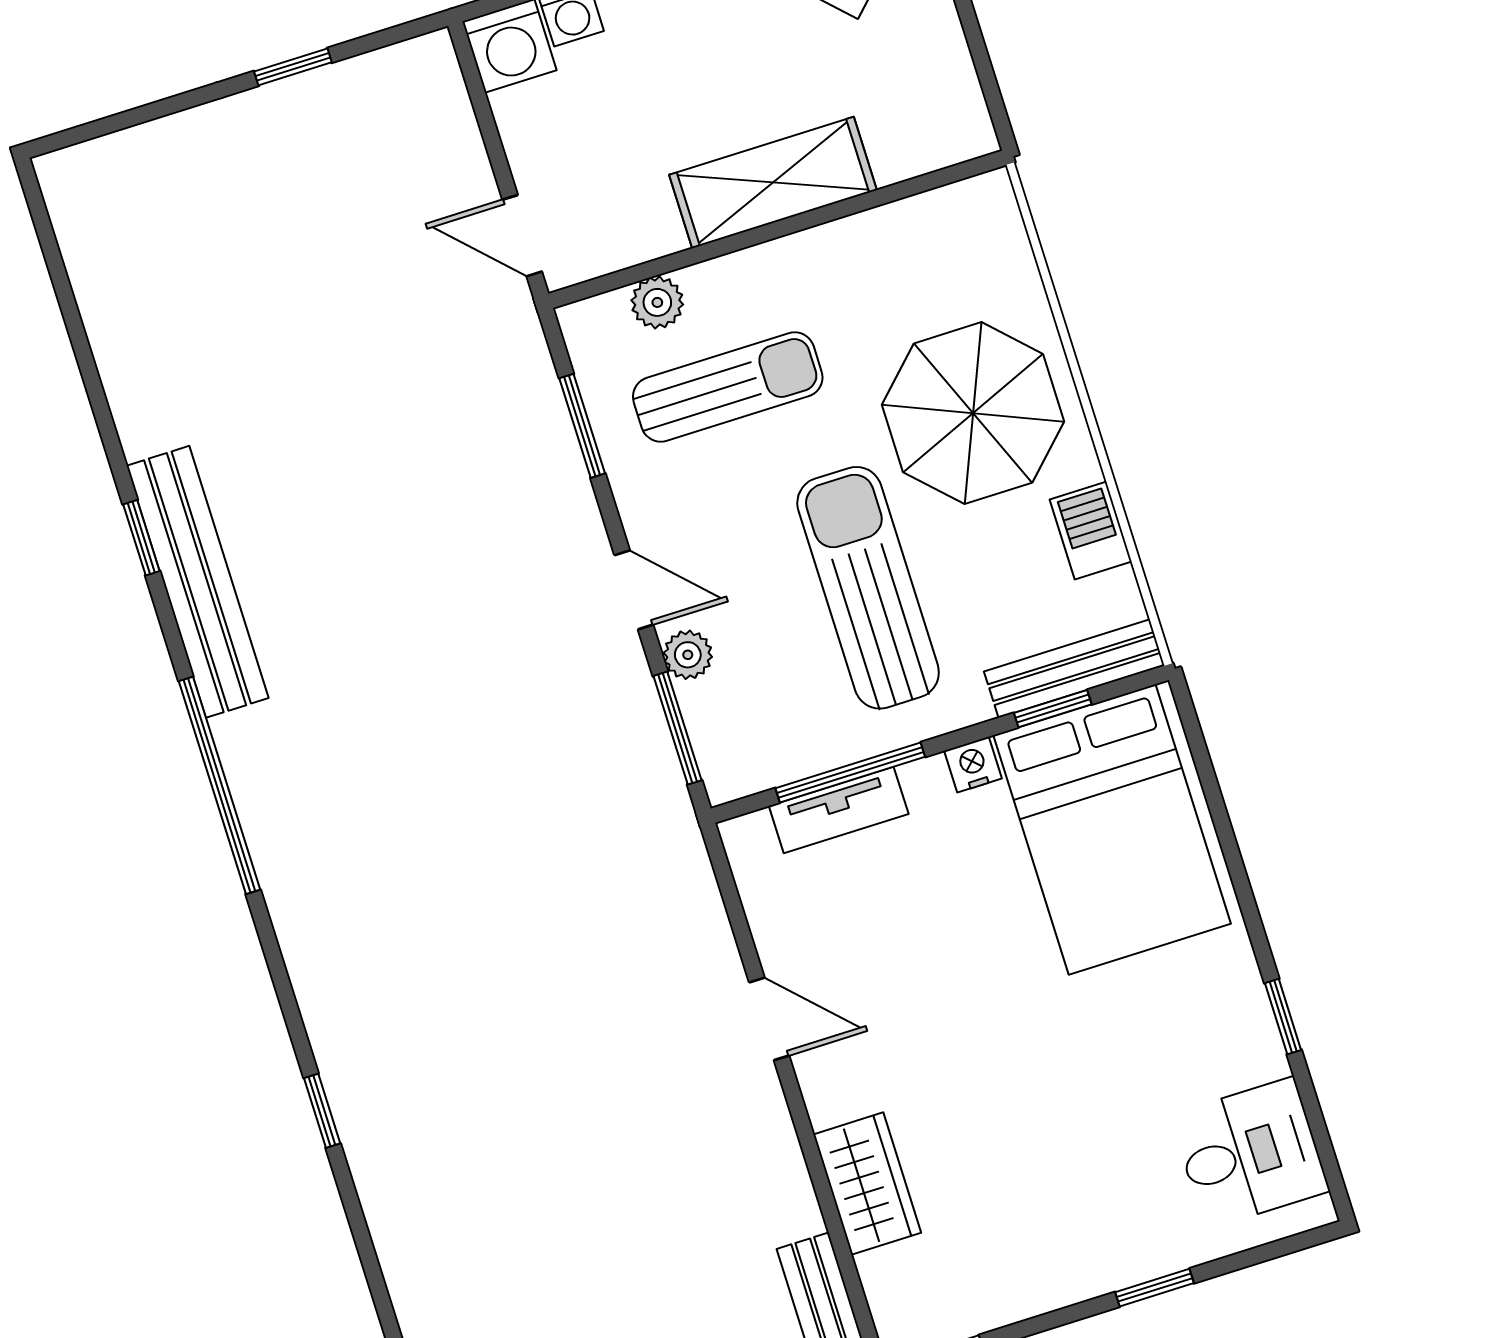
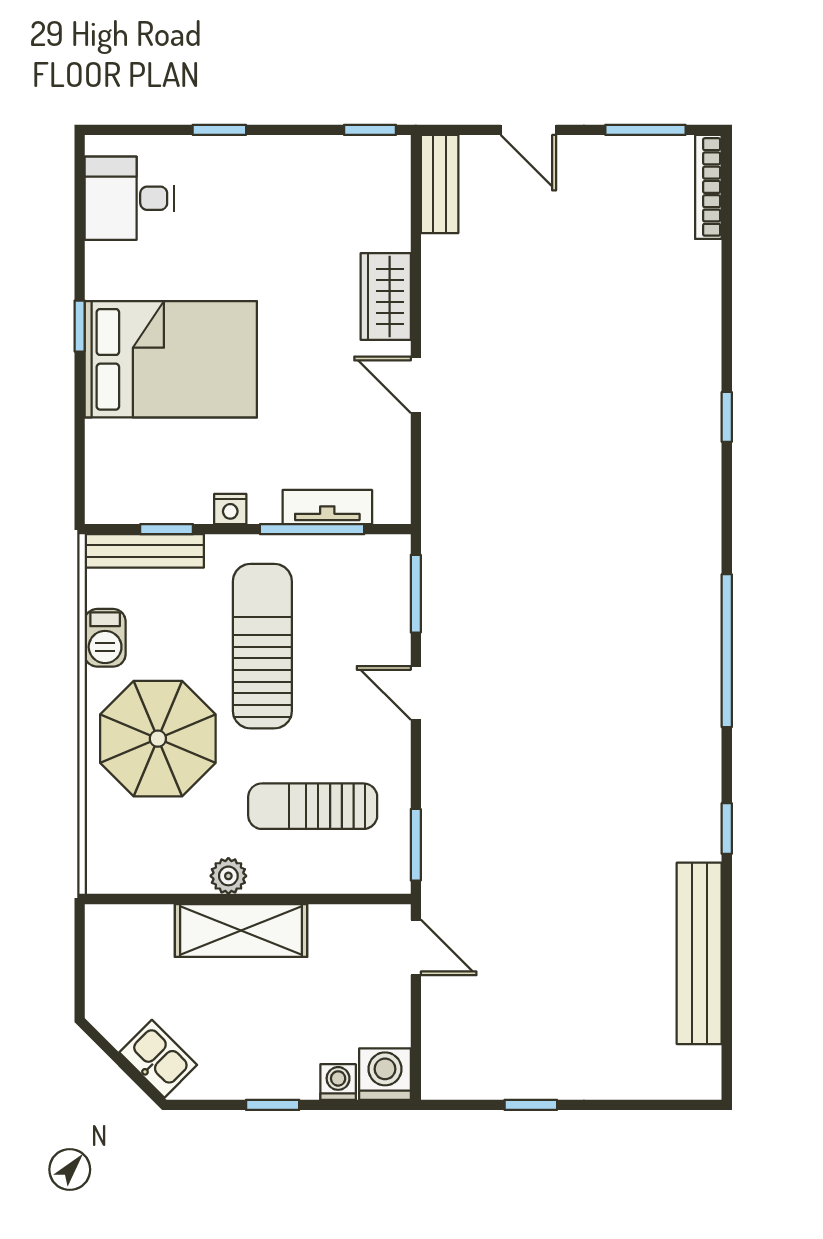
plant: (657, 302) -> (228, 876), moved
window: (582, 426) -> (416, 845), moved
bench: (198, 582) -> (699, 953), moved
sun lounger: (868, 588) -> (262, 646), turned 180
plant: (688, 655) -> (394, 639), removed
bed: (1112, 829) -> (171, 359), moved, turned 90
window: (1283, 1017) -> (80, 326), moved
wardrobe: (867, 1184) -> (386, 296), moved

